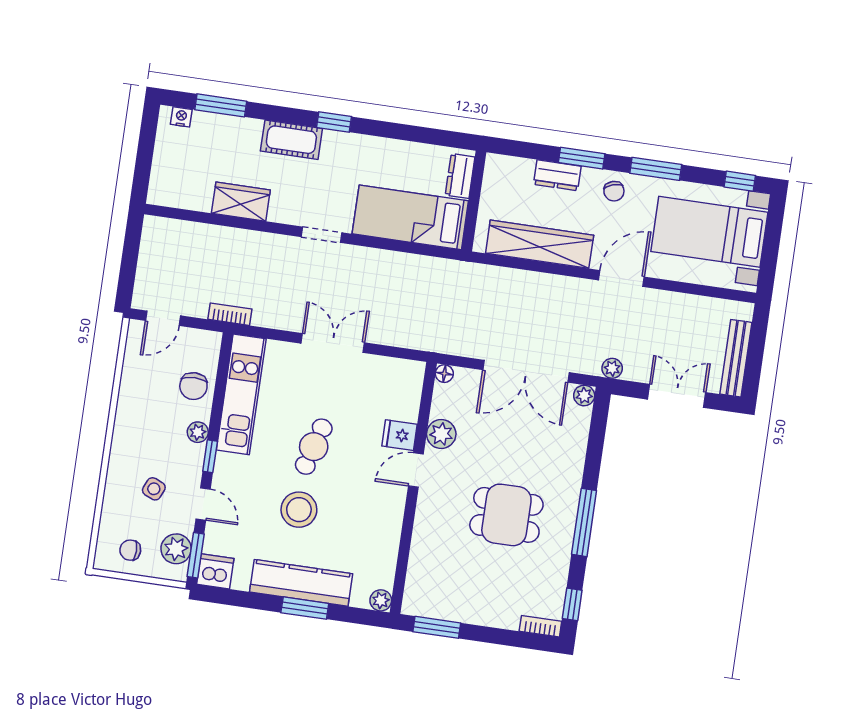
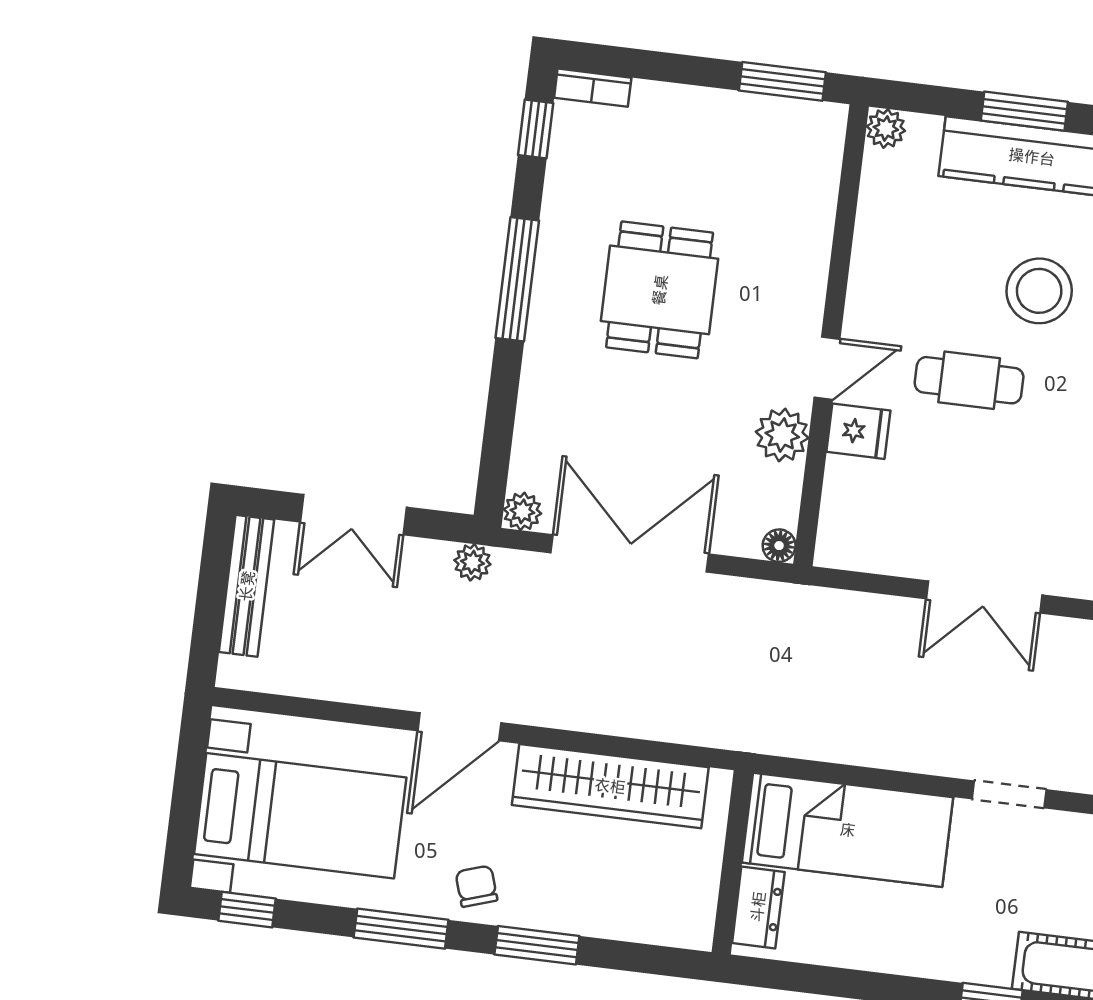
dresser: (557, 175) -> (581, 913), removed
cafe table: (314, 447) -> (969, 380), moved, turned 74
dining table: (506, 515) -> (660, 290), turned 90

